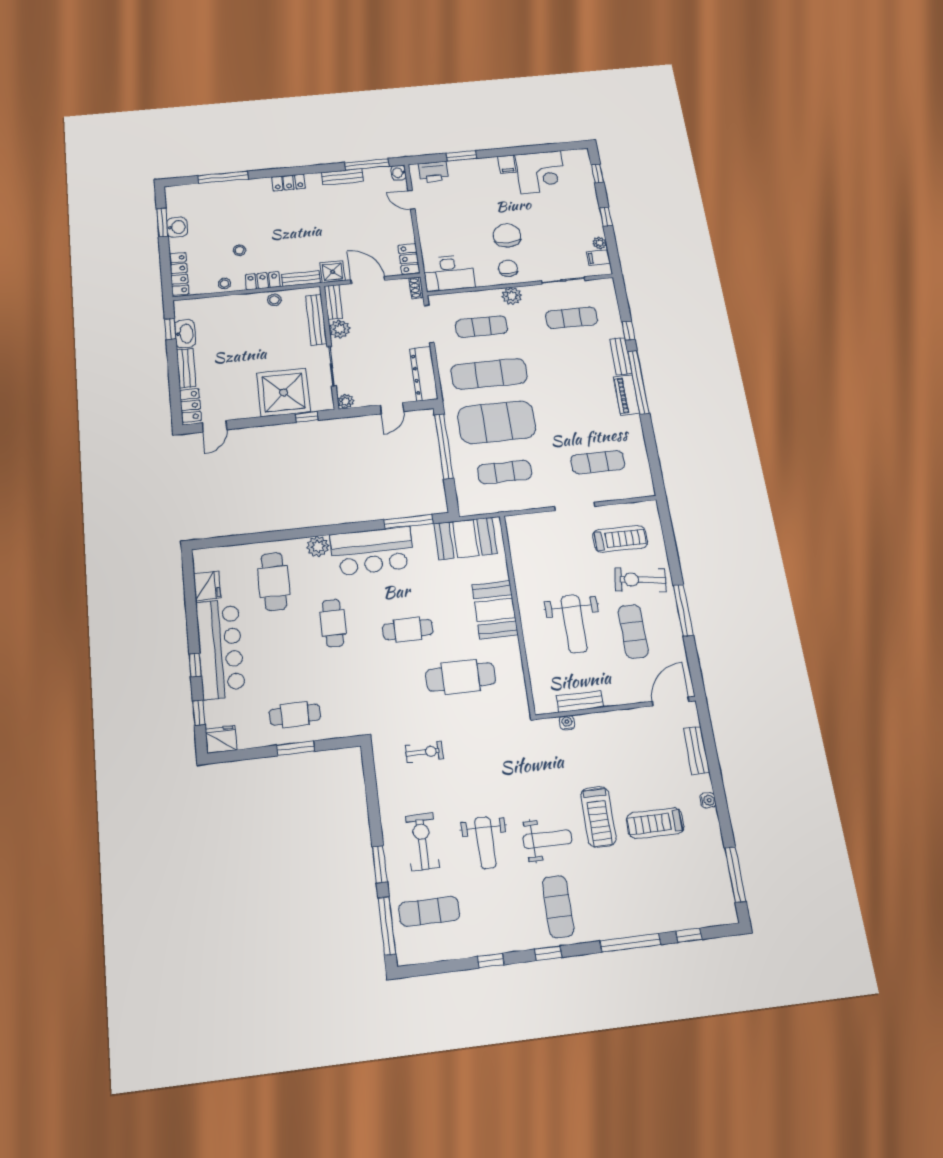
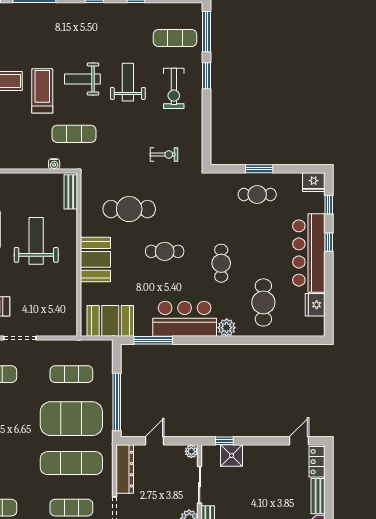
shower: (284, 392) -> (231, 456), width x0.54, depth x0.54
bench: (580, 702) -> (71, 192), moved, turned 90
exercise bike: (424, 752) -> (164, 154), turned 180
exercise mat: (558, 907) -> (74, 134), moved, turned 90

